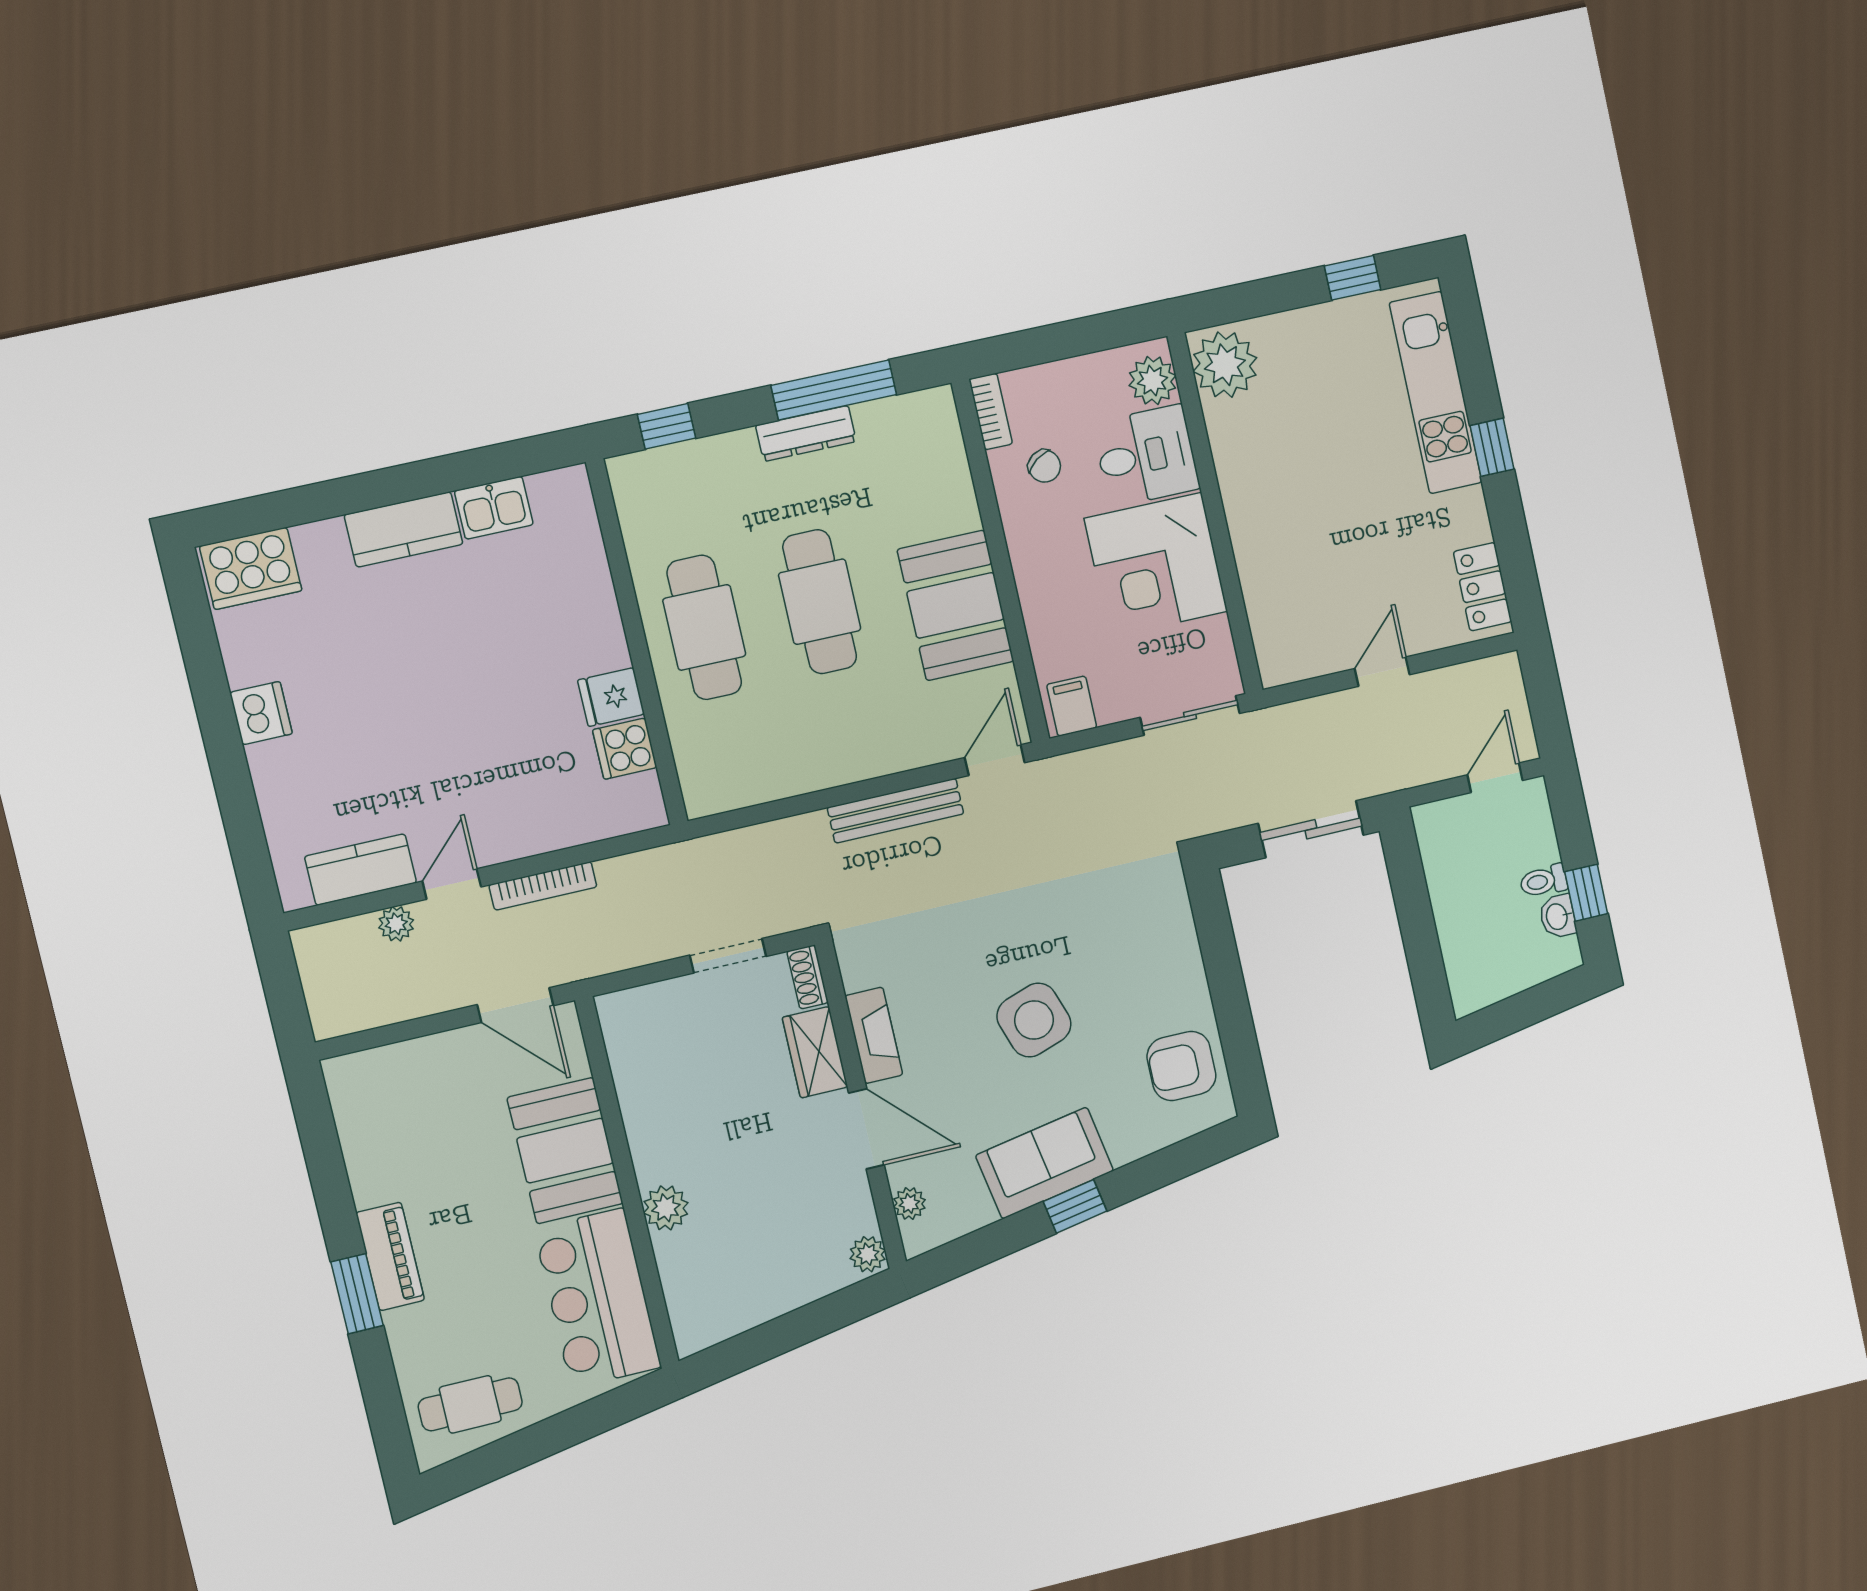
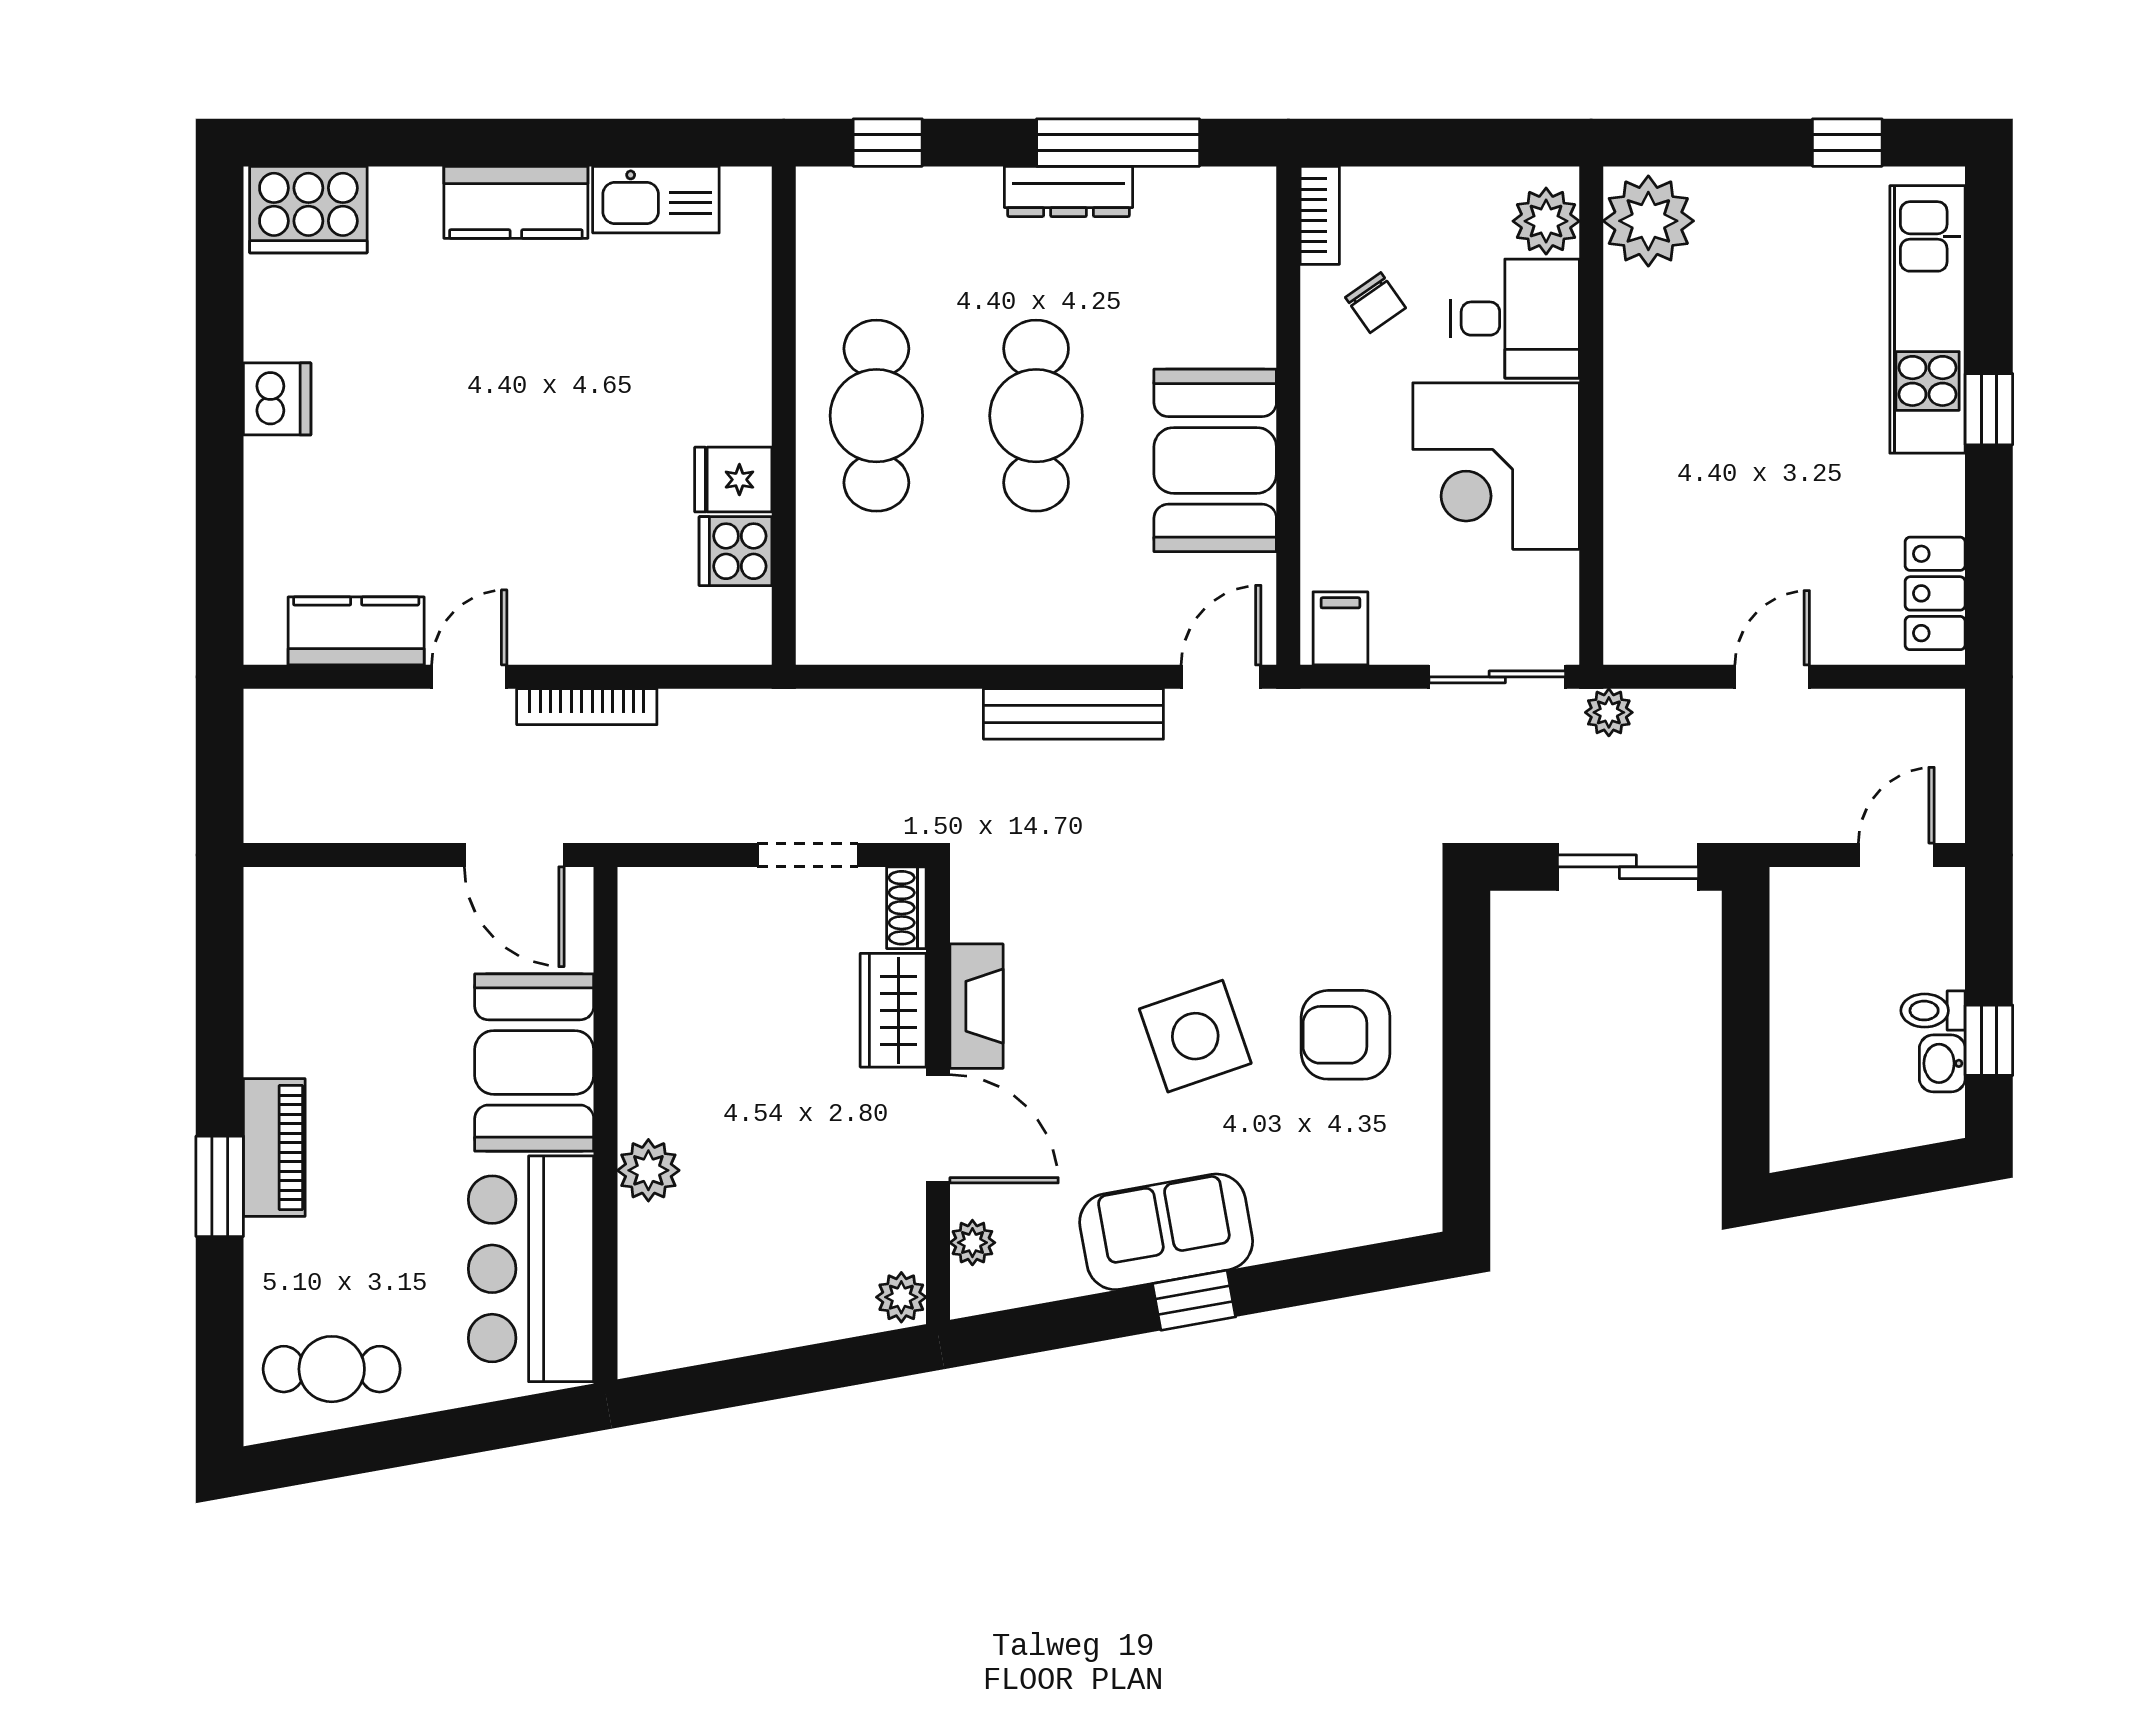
kitchen sink: (494, 508) -> (656, 200), width x1.38
plant: (396, 924) -> (1609, 712), moved
armchair: (1181, 1066) -> (1346, 1035), moved

